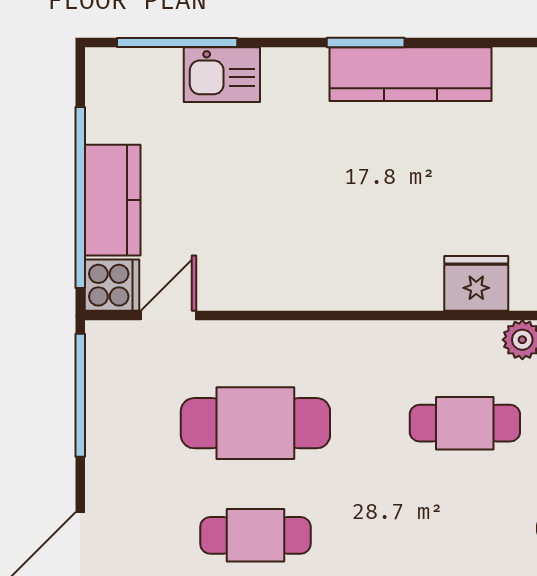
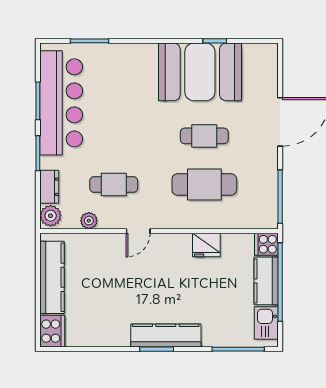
kitchen counter: (411, 74) -> (166, 336), moved
kitchen sink: (222, 75) -> (266, 323), moved, turned -90
fridge: (476, 283) -> (206, 245), moved
door: (168, 316) -> (138, 231), moved

